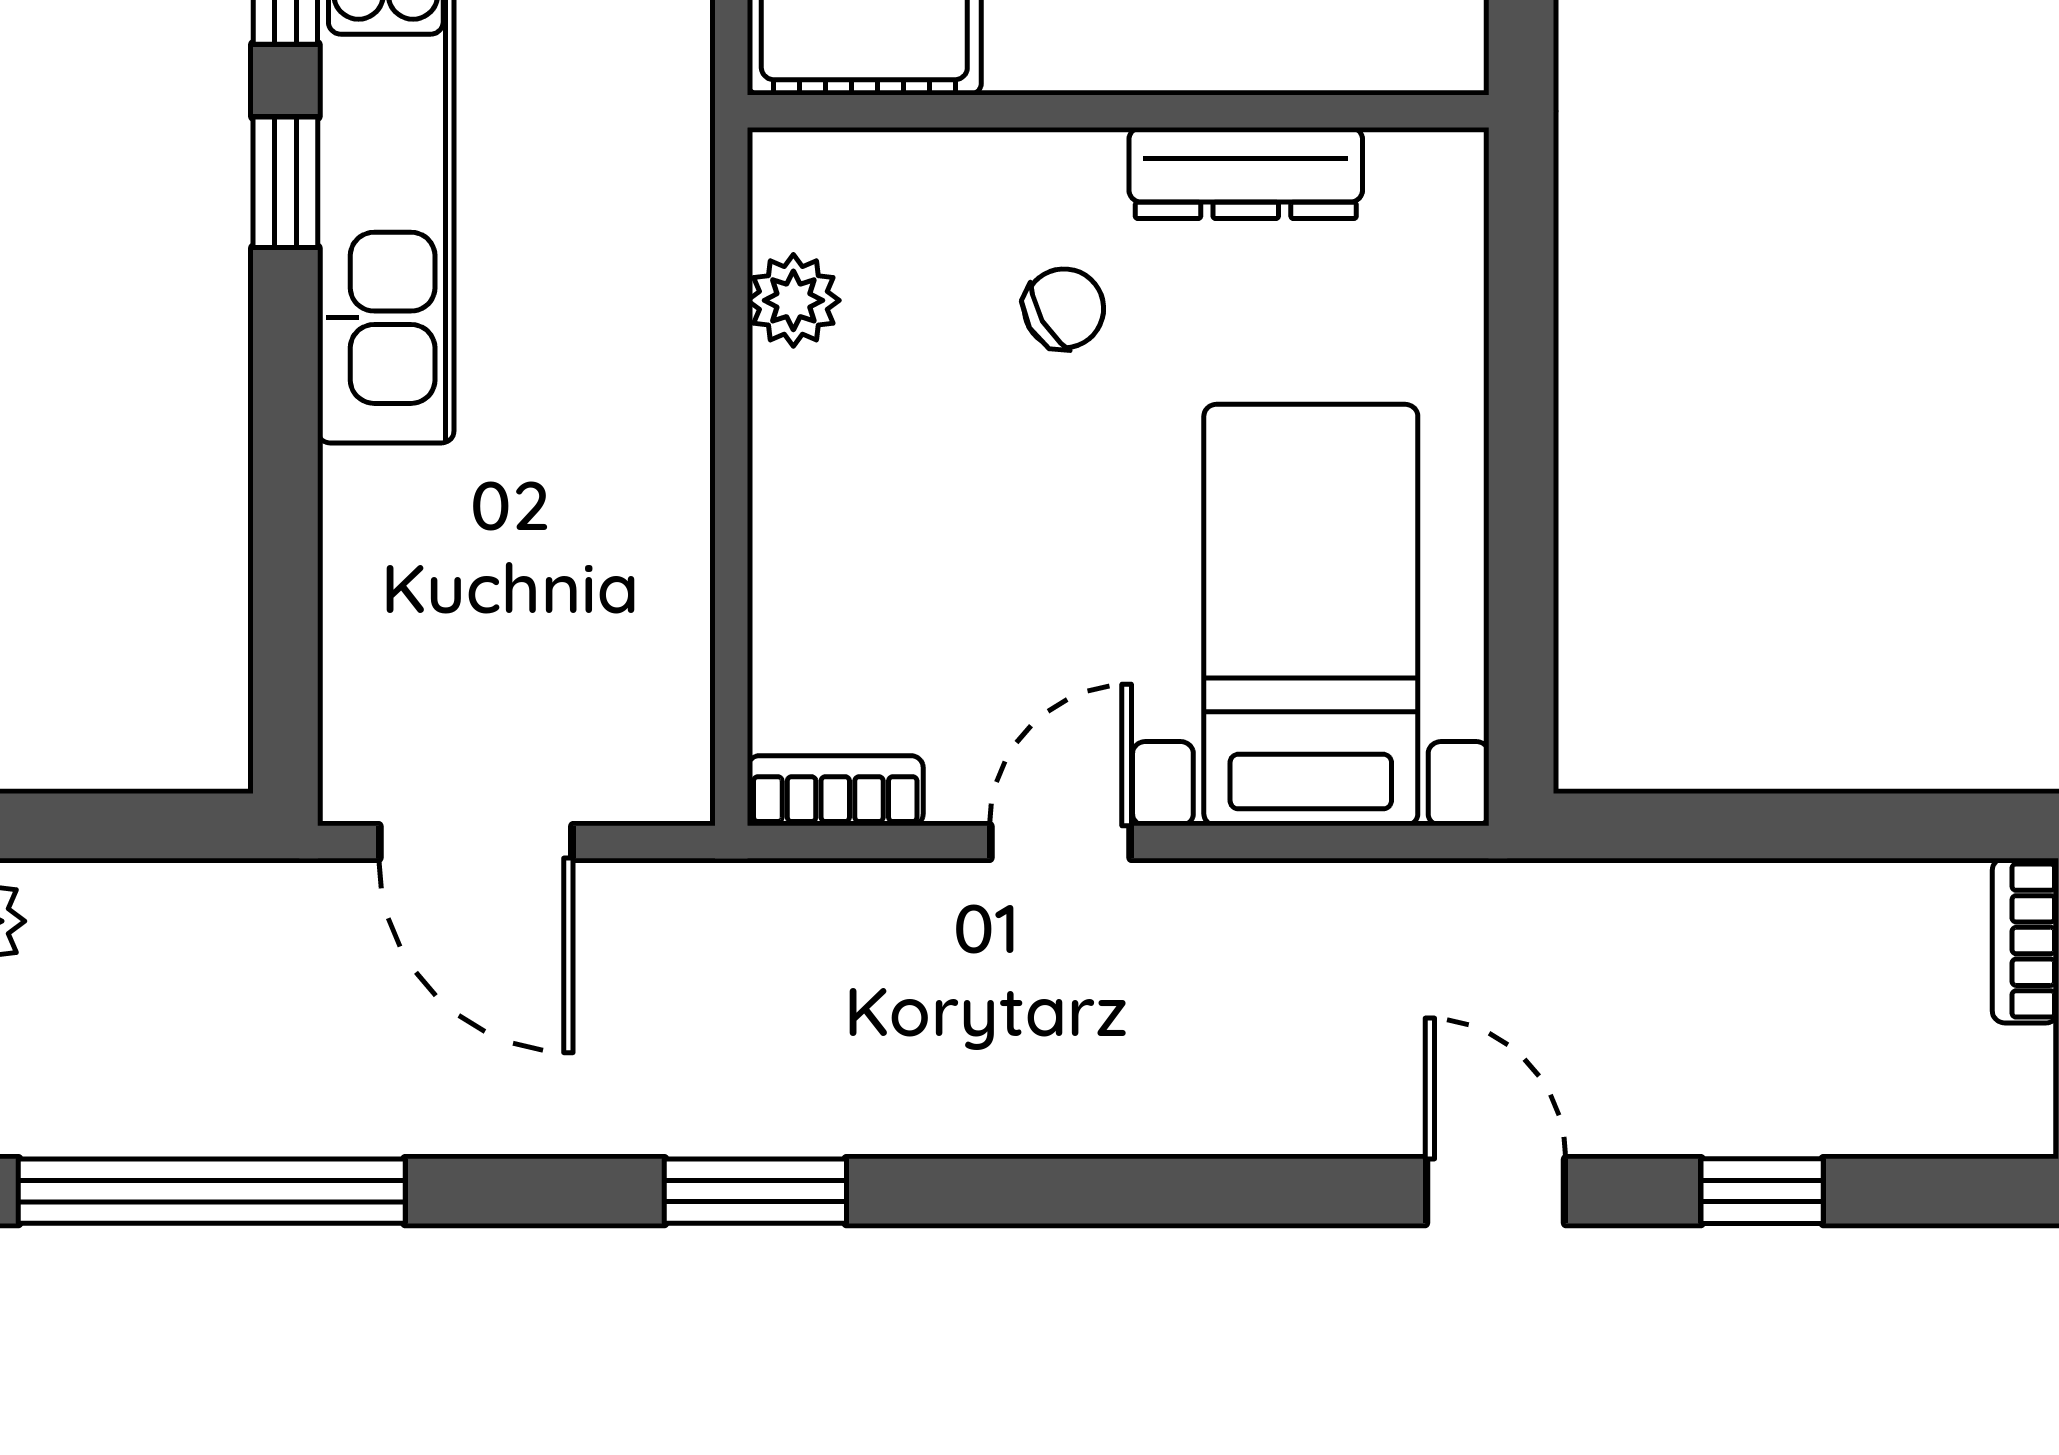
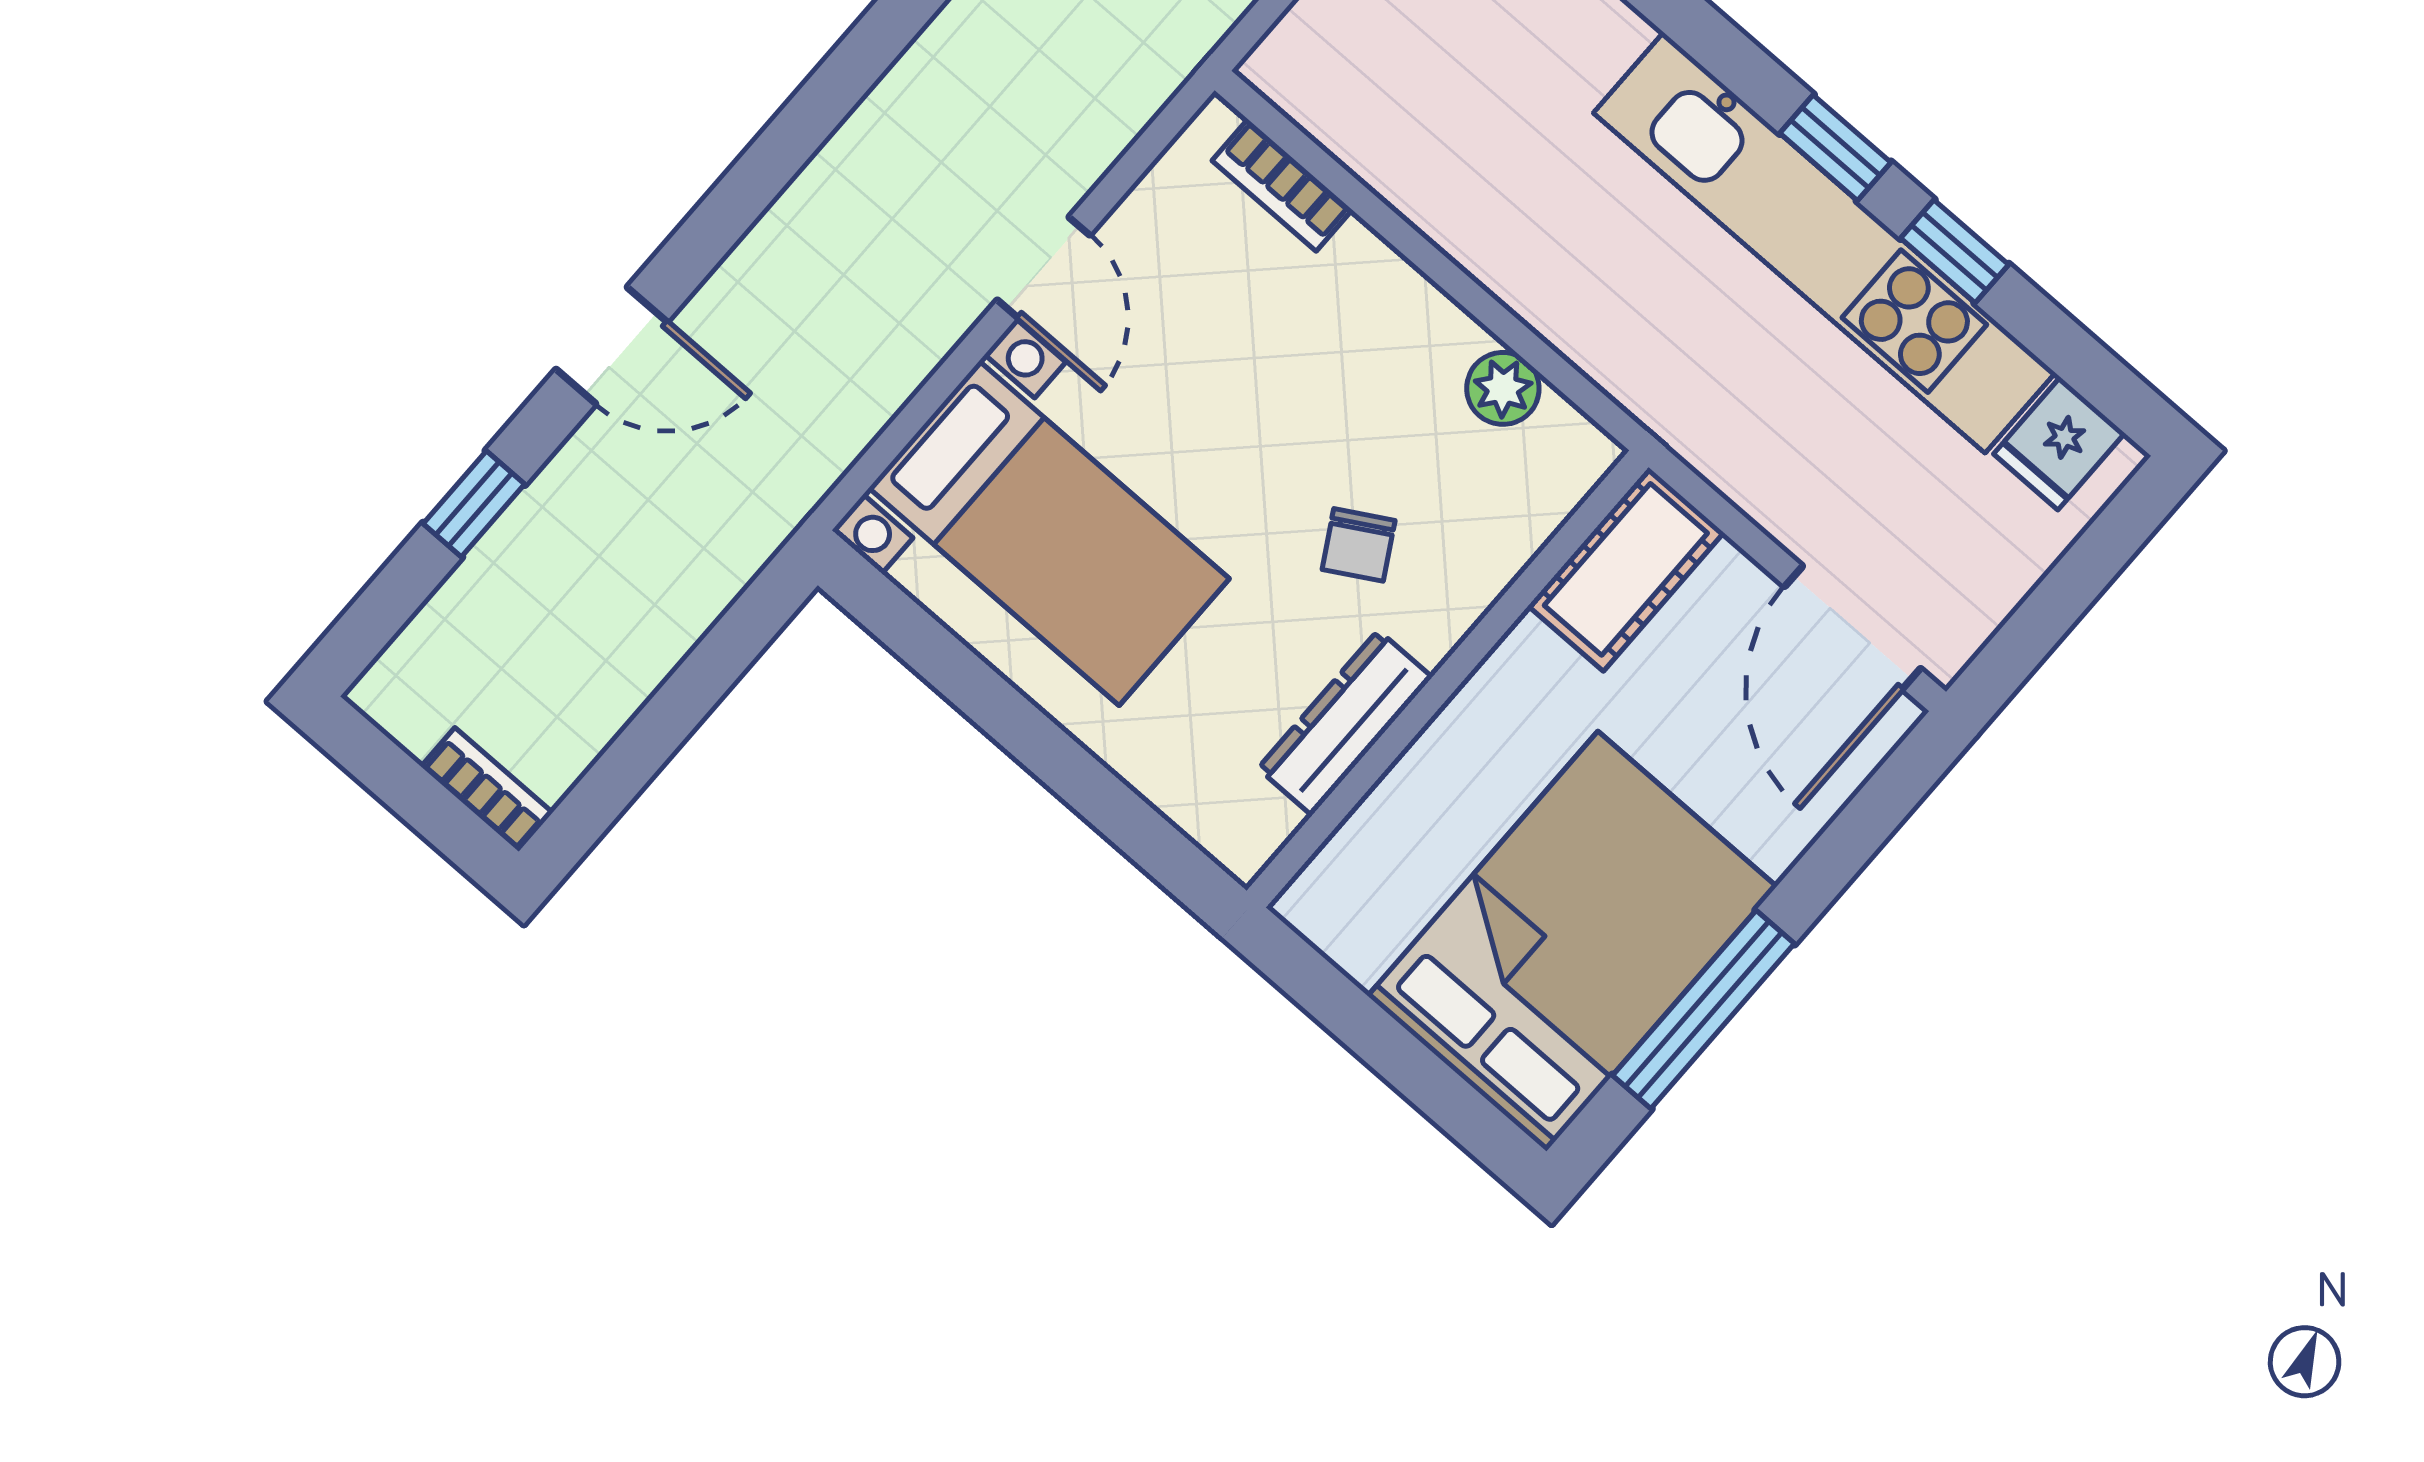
bookcase: (835, 791) -> (1282, 185), moved, turned 90

